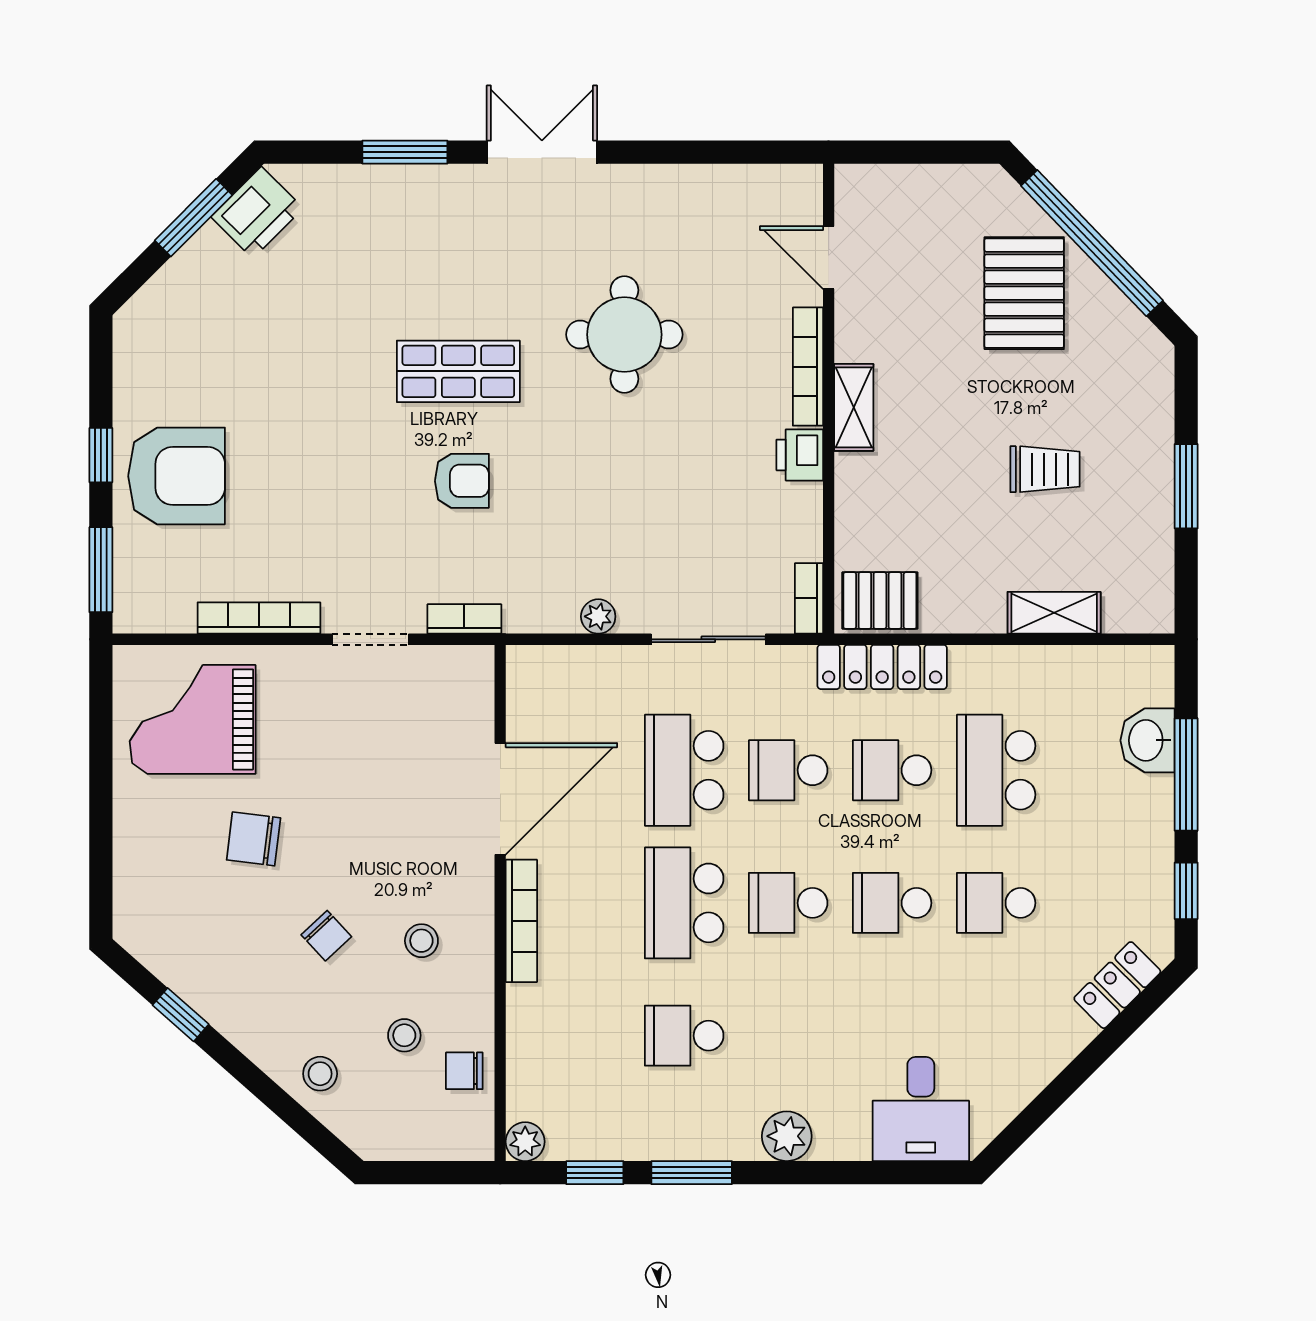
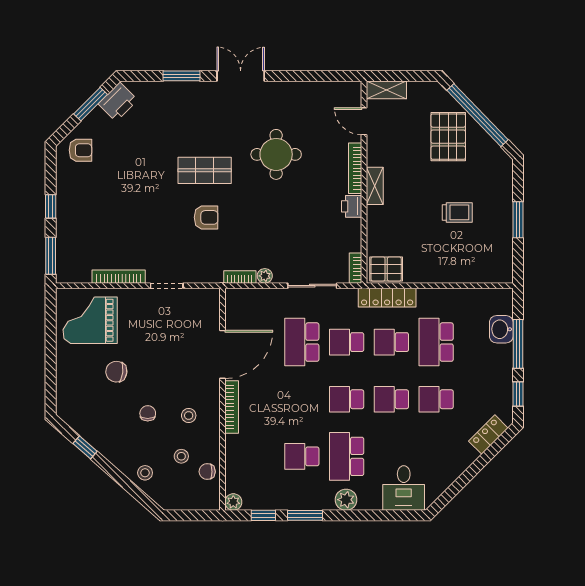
armchair: (177, 476) -> (80, 150), moved, width x0.53, depth x0.53
shelving: (1054, 613) -> (386, 90), moved
bookcase: (464, 619) -> (240, 277), moved
school desk: (684, 903) -> (347, 456), moved
chair: (326, 936) -> (148, 413), turned -137

